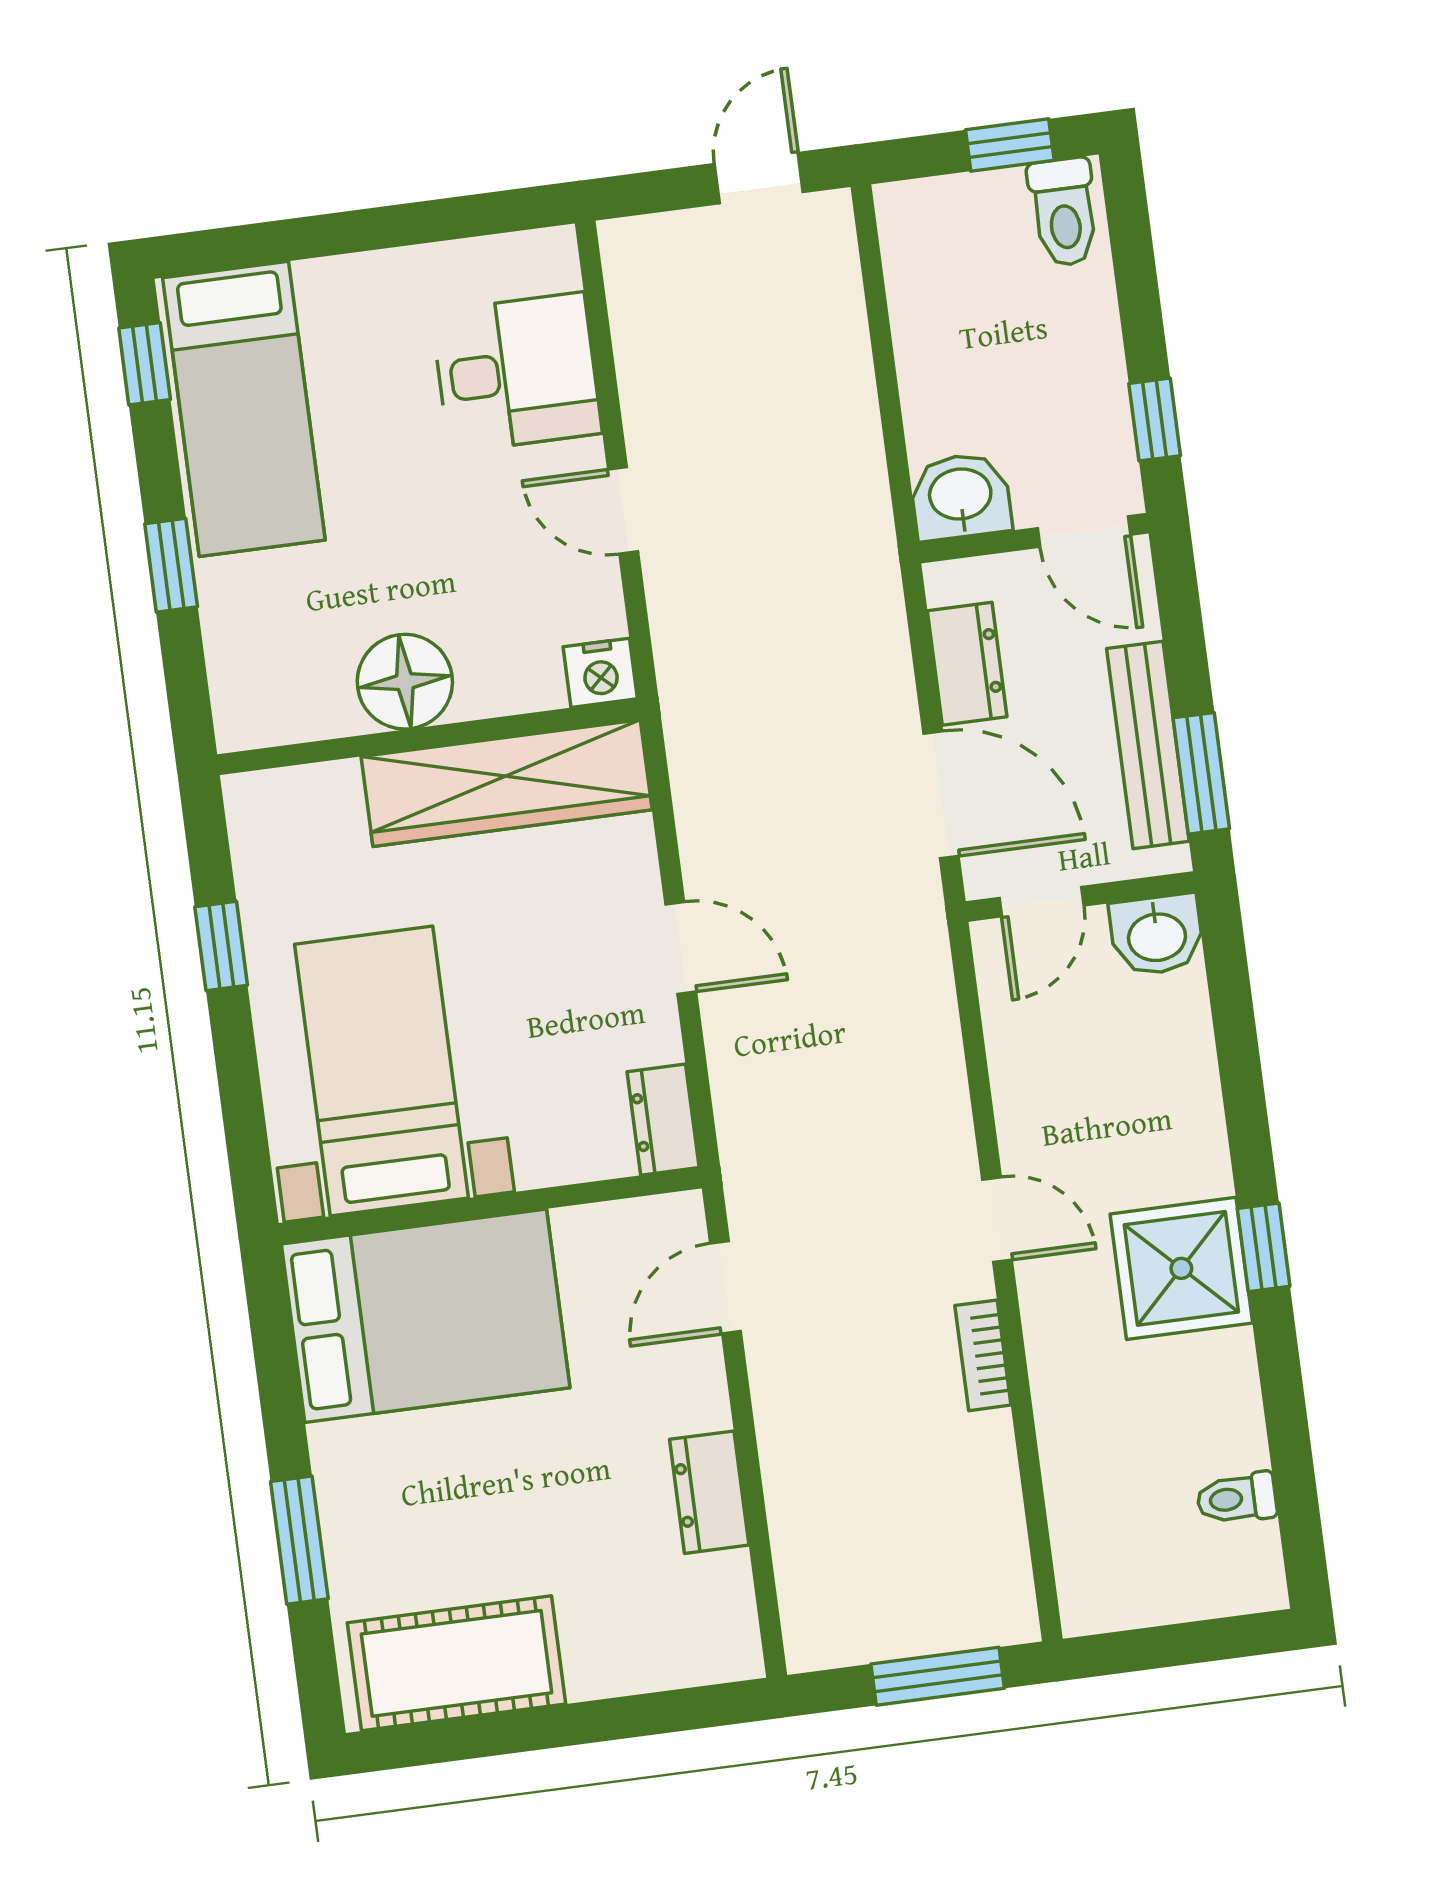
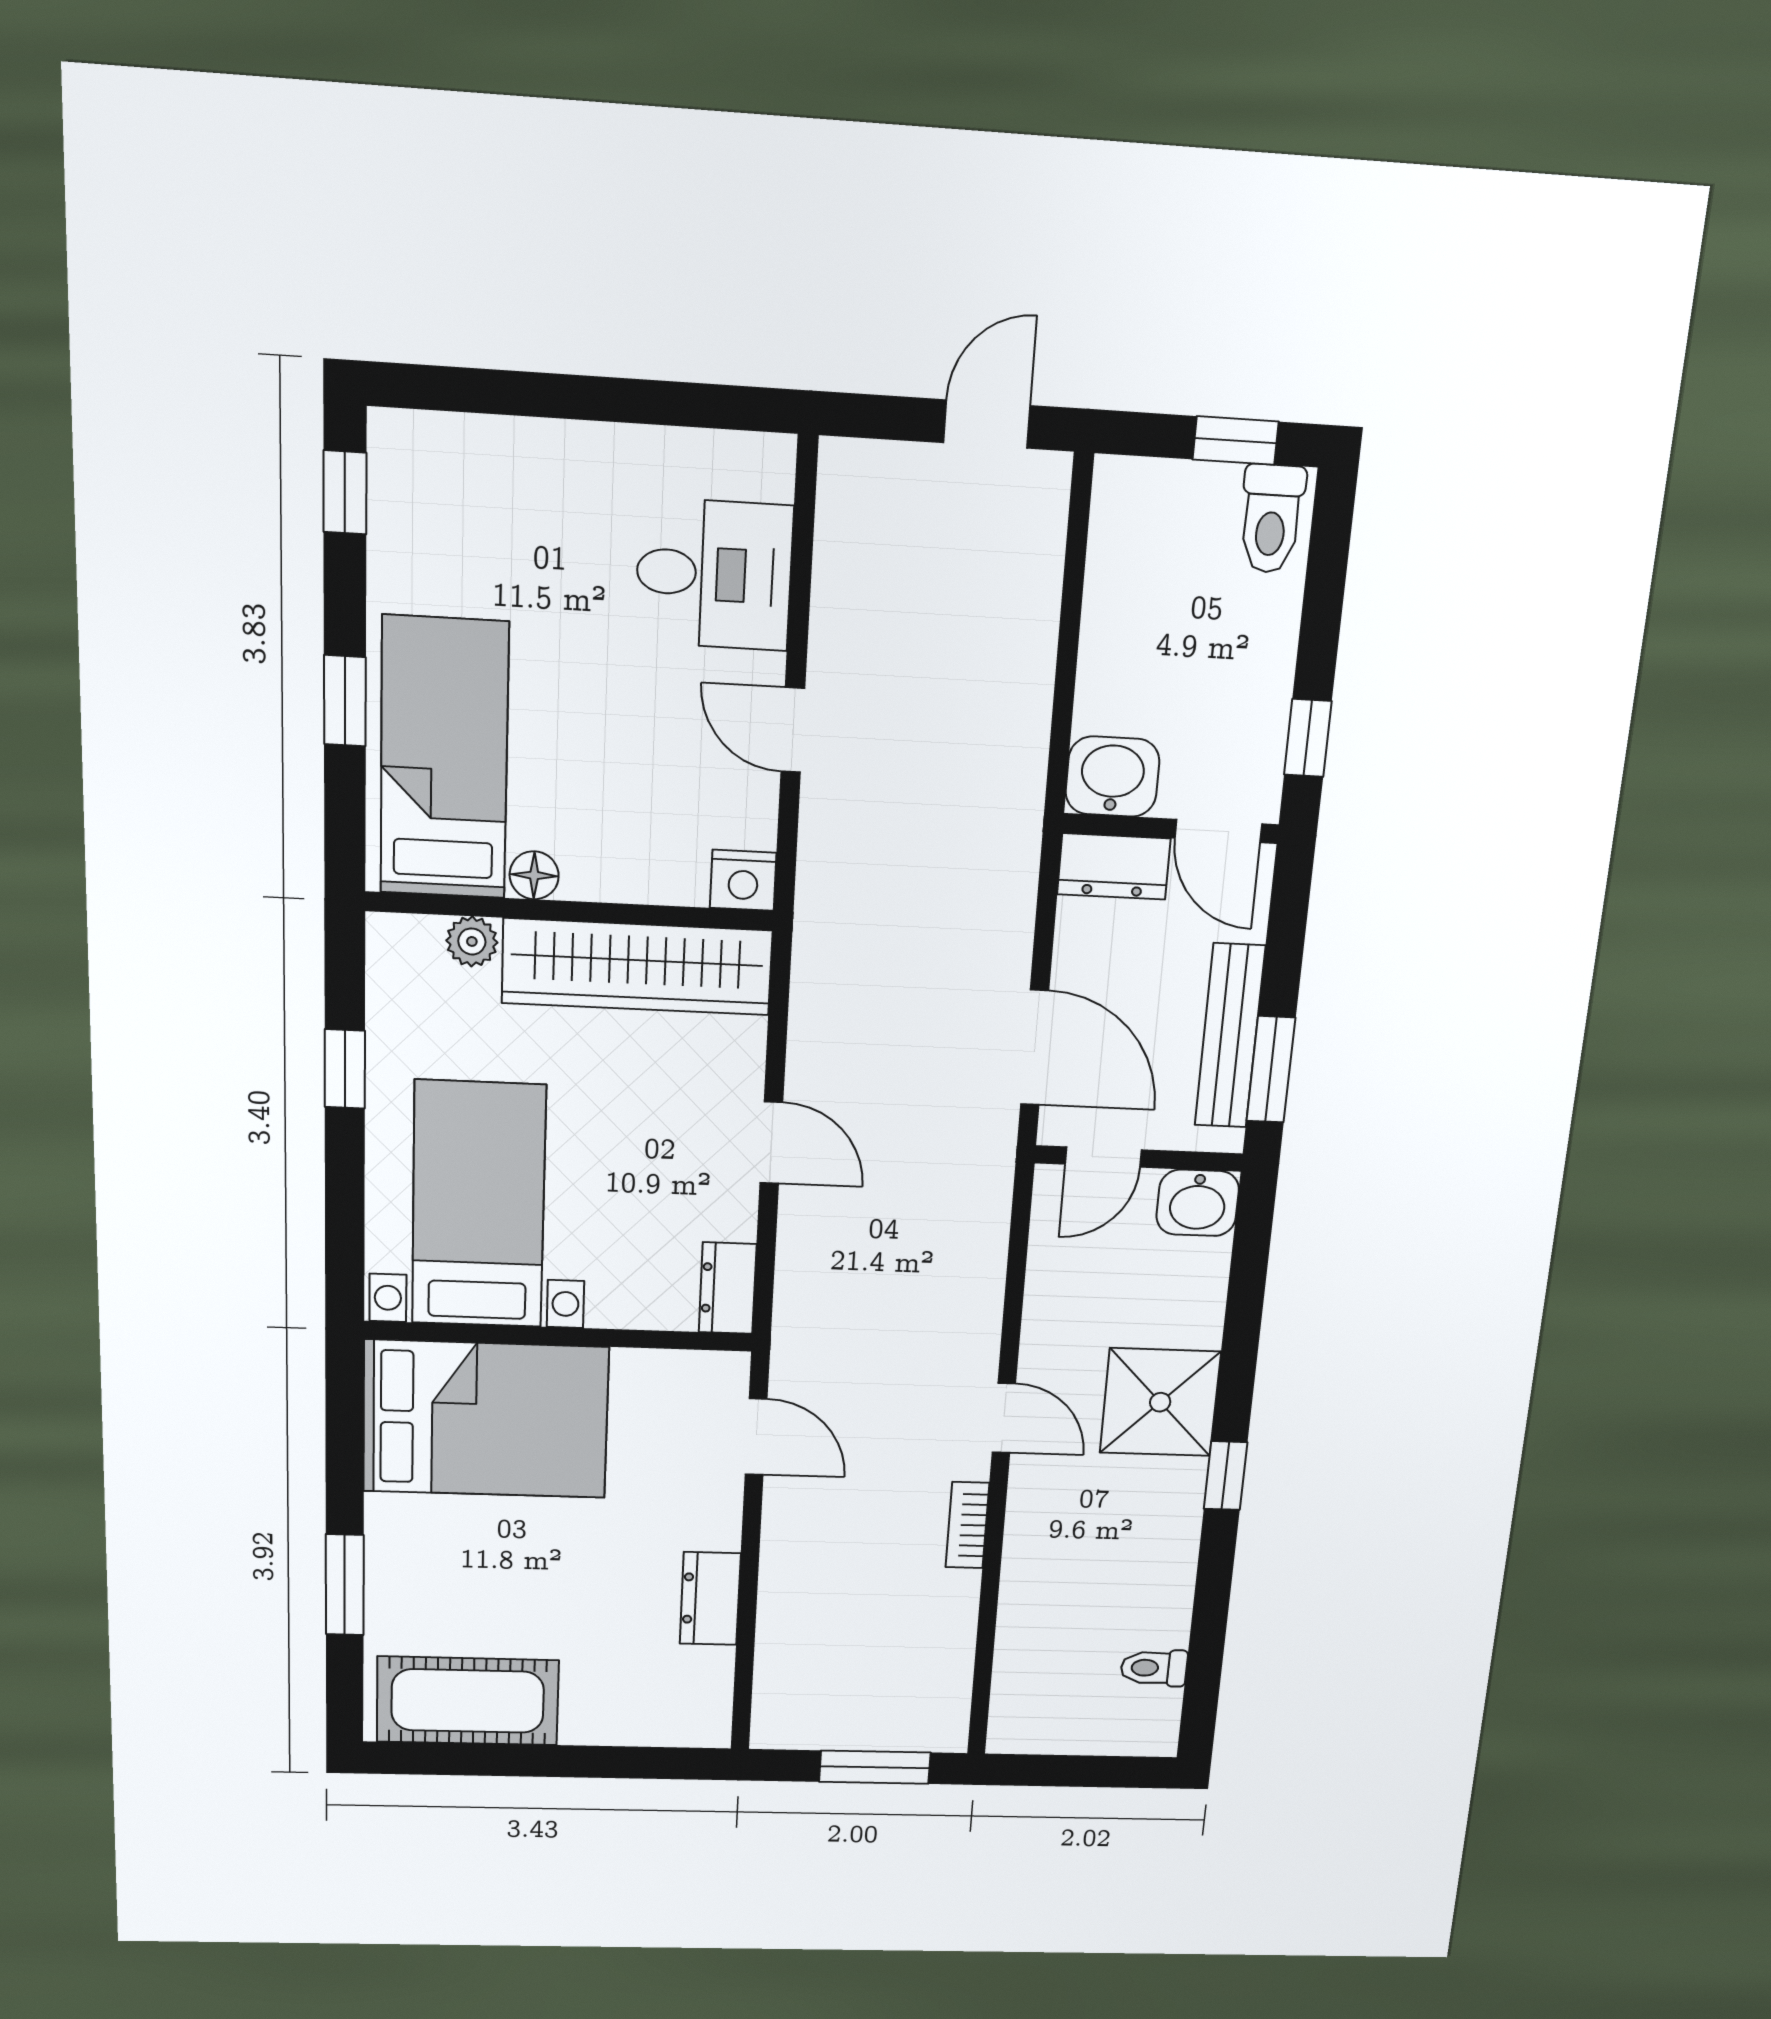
bed: (244, 409) -> (444, 758), moved, turned 180
dresser: (967, 664) -> (1114, 866), moved, turned 90
floor lamp: (405, 682) -> (534, 875), width x0.53, depth x0.53
plant: (333, 787) -> (472, 941), added
shower: (1181, 1268) -> (1160, 1402), moved
door: (725, 1287) -> (756, 1437), swing flipped

